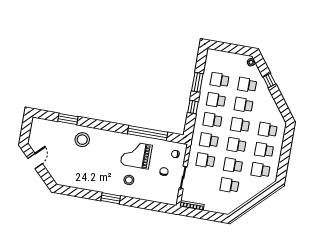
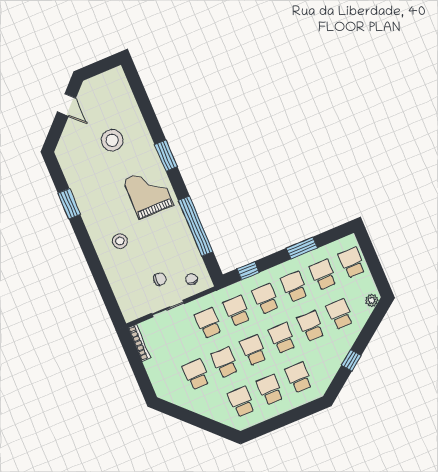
school desk: (223, 60) -> (352, 263), added
window: (269, 81) -> (351, 360), moved
window: (193, 107) -> (248, 271), moved
window: (68, 119) -> (166, 156), moved
stool: (82, 140) -> (112, 140), moved
grand piano: (136, 155) -> (148, 193), moved
door: (35, 161) -> (67, 105), hinge flipped
window: (111, 198) -> (69, 204), moved

